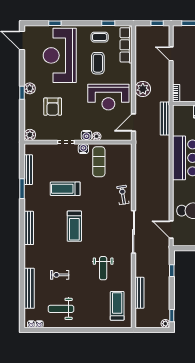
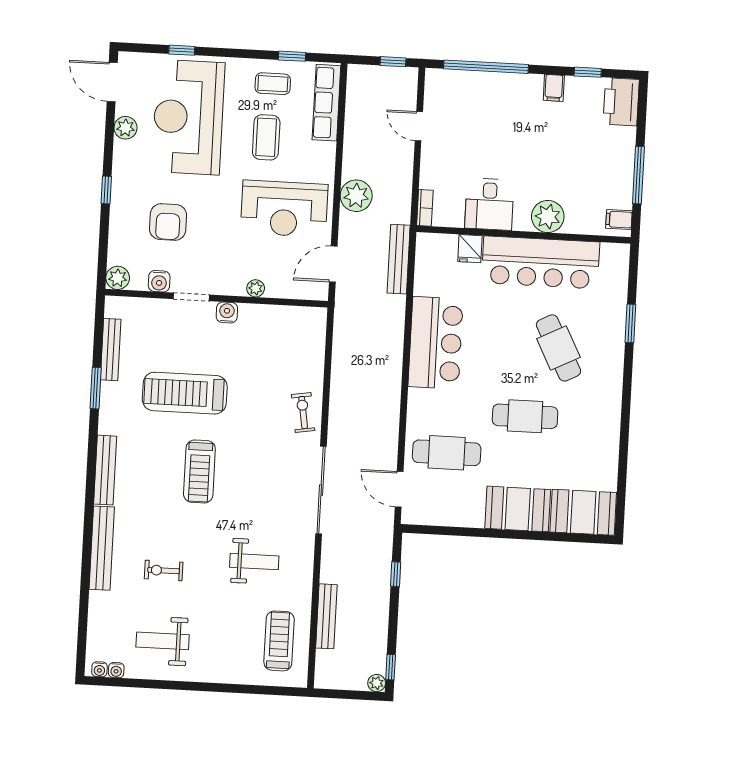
plant: (30, 88) -> (125, 128), moved
water cooler: (86, 135) -> (159, 281), moved
exercise mat: (99, 162) -> (257, 341), removed
treadmill: (65, 189) -> (185, 393), width x1.37, depth x1.37
weight bench: (103, 268) -> (254, 562), turned -90
bench: (29, 288) -> (102, 548), moved

